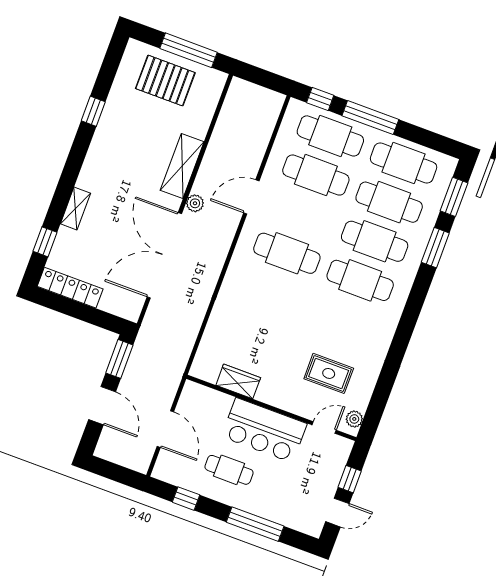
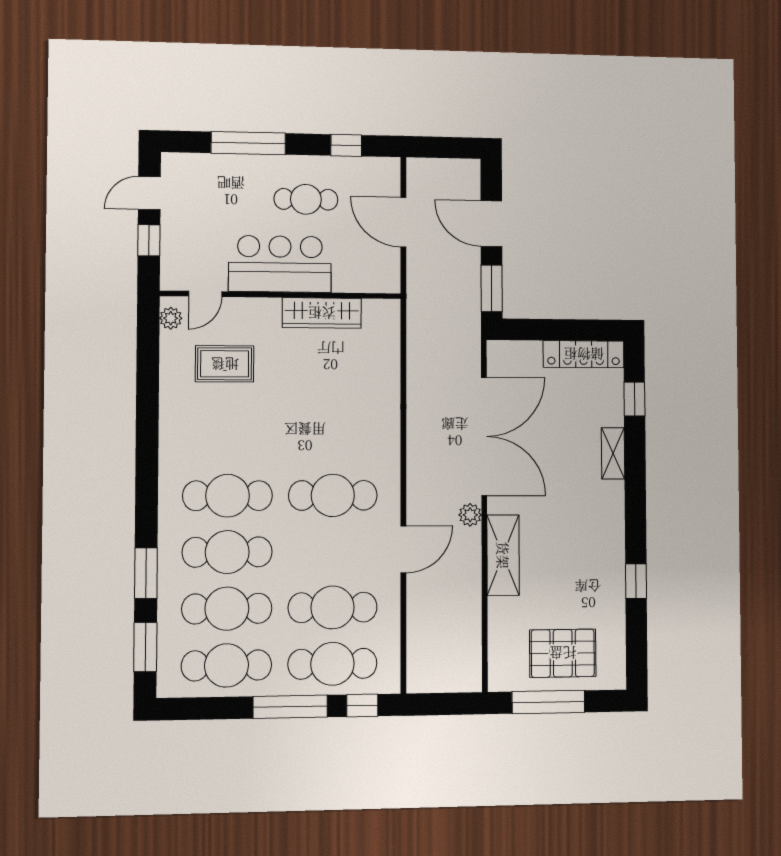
wardrobe: (238, 381) -> (322, 313), width x1.50

